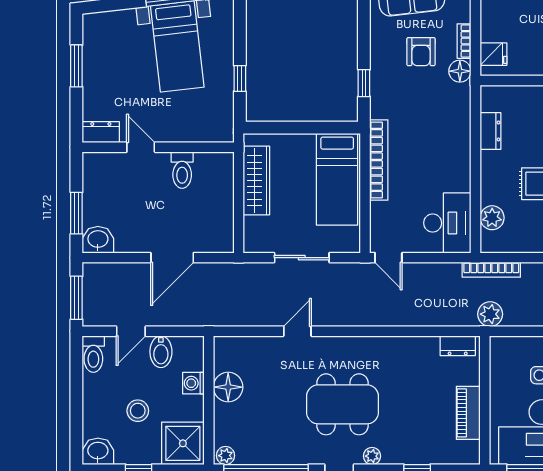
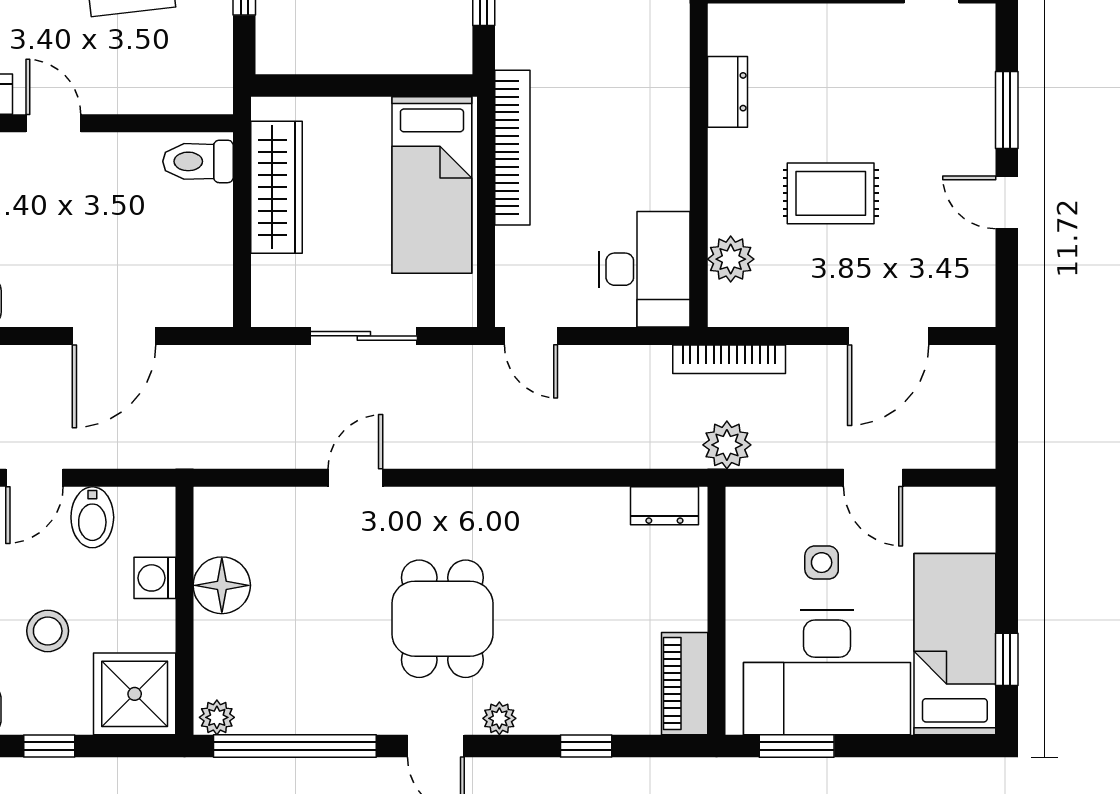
toilet: (182, 170) -> (198, 161), moved, turned 90
dining table: (343, 404) -> (442, 619), width x0.73
piano: (468, 413) -> (685, 684), moved

